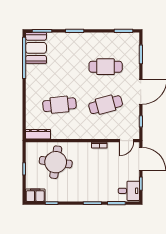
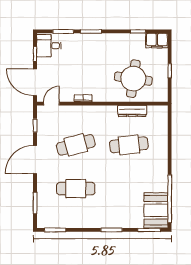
dresser: (38, 134) -> (132, 111), moved

